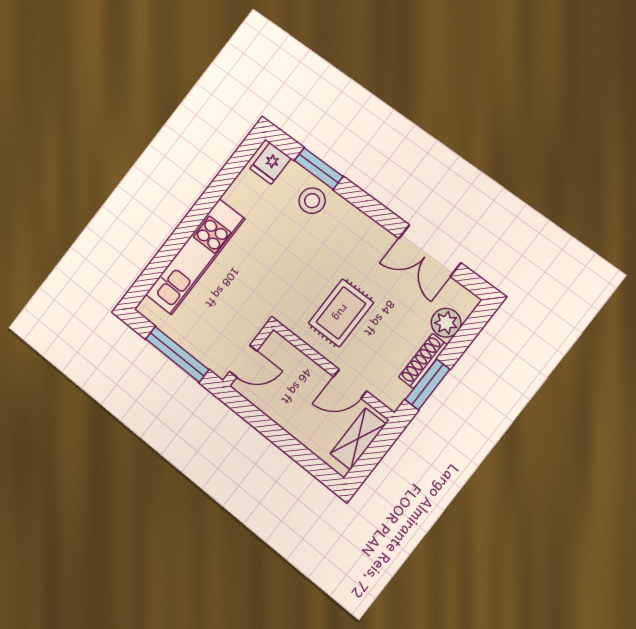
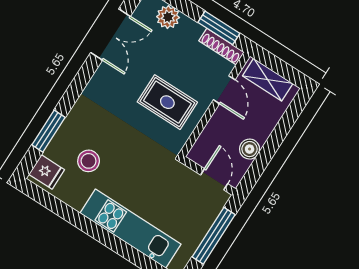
stool: (312, 201) -> (89, 161), moved
shoe rack: (423, 361) -> (221, 47), moved
boiler: (275, 408) -> (250, 149), added

